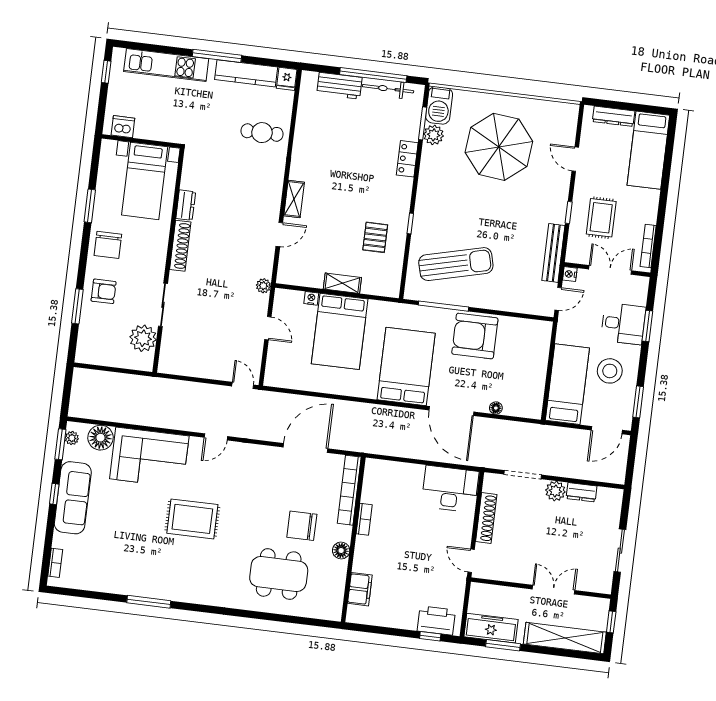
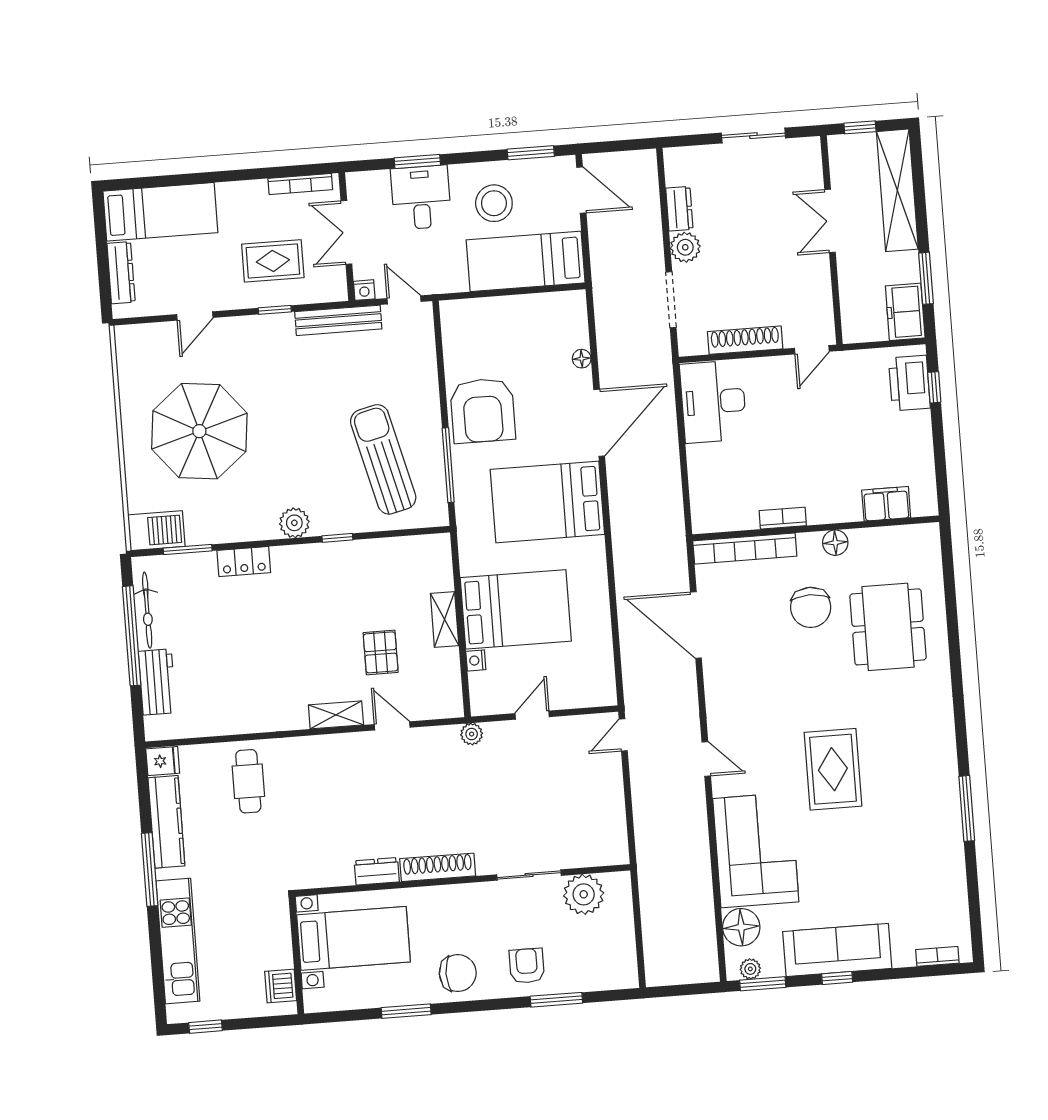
plant: (434, 135) -> (294, 523), moved
pallet: (375, 237) -> (381, 652), moved, turned 90
freezer: (491, 628) -> (905, 312), width x0.71

